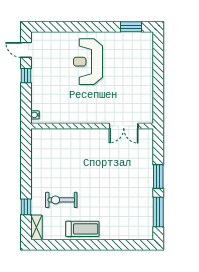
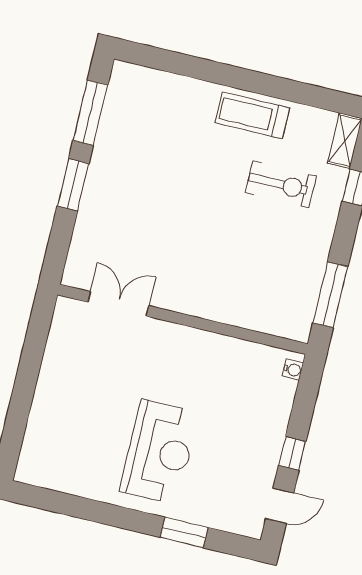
window: (131, 27) -> (184, 532), moved
door: (26, 50) -> (280, 506), hinge flipped
window: (26, 154) -> (330, 295), added

